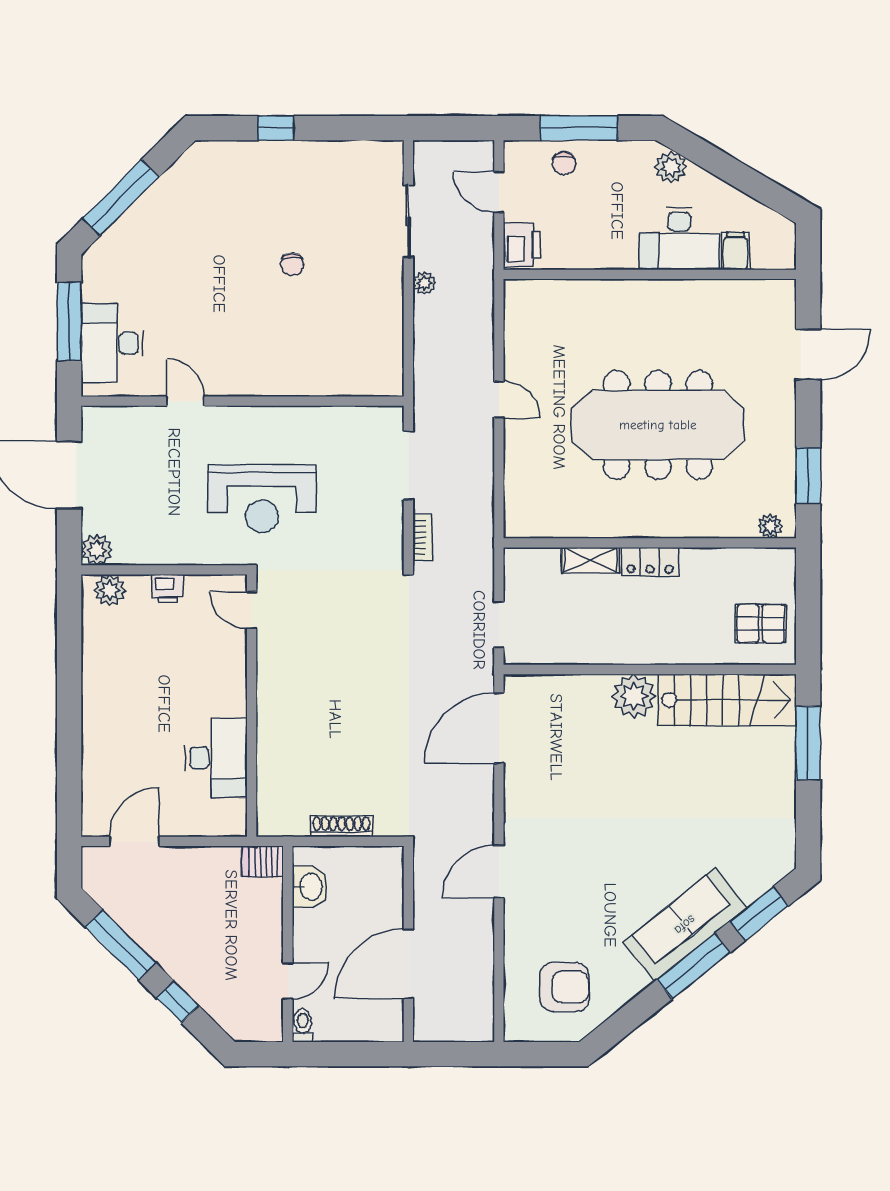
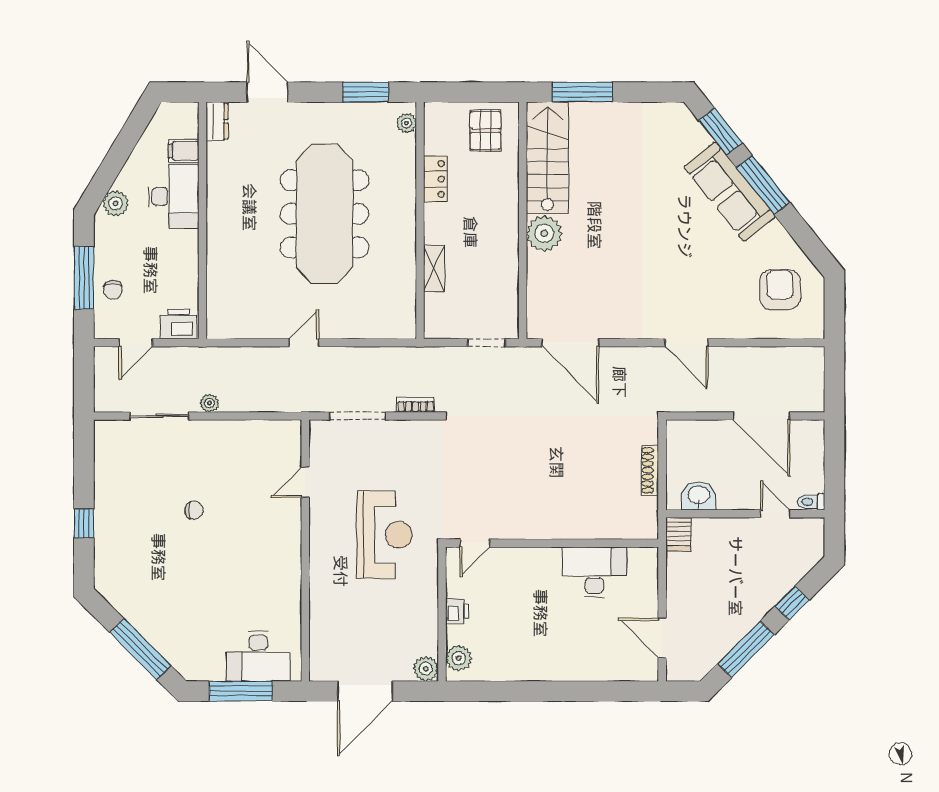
chair: (564, 163) -> (113, 290), turned 90
dresser: (772, 292) -> (217, 121), added
door: (185, 401) -> (305, 482), moved
locker: (650, 562) -> (435, 179), moved

